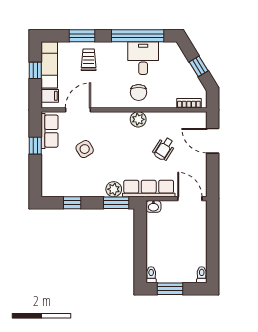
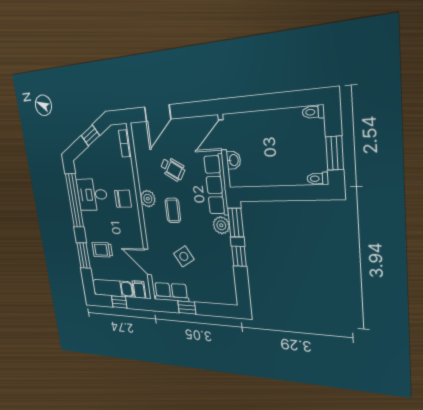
coffee table: (127, 144) -> (173, 210), added
window: (72, 203) -> (239, 256), moved
washbasin: (153, 206) -> (233, 160), moved

